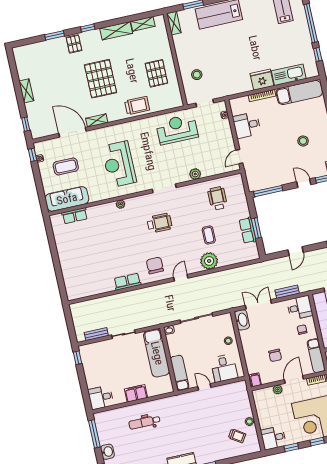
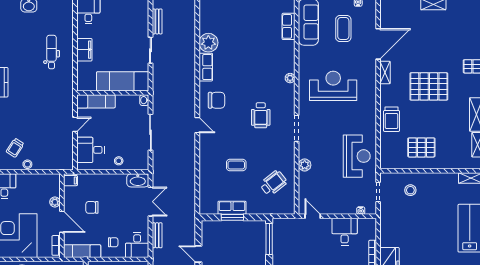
wheelchair: (218, 198) -> (273, 183), turned -38
plant: (209, 261) -> (208, 43), moved

